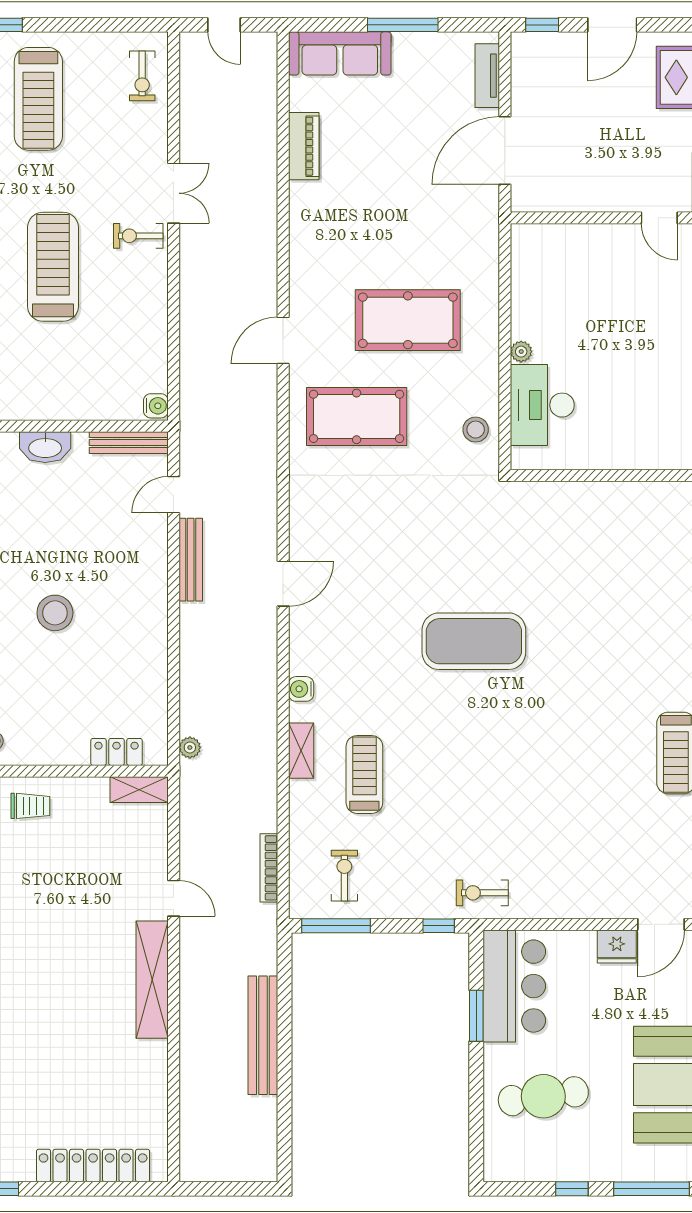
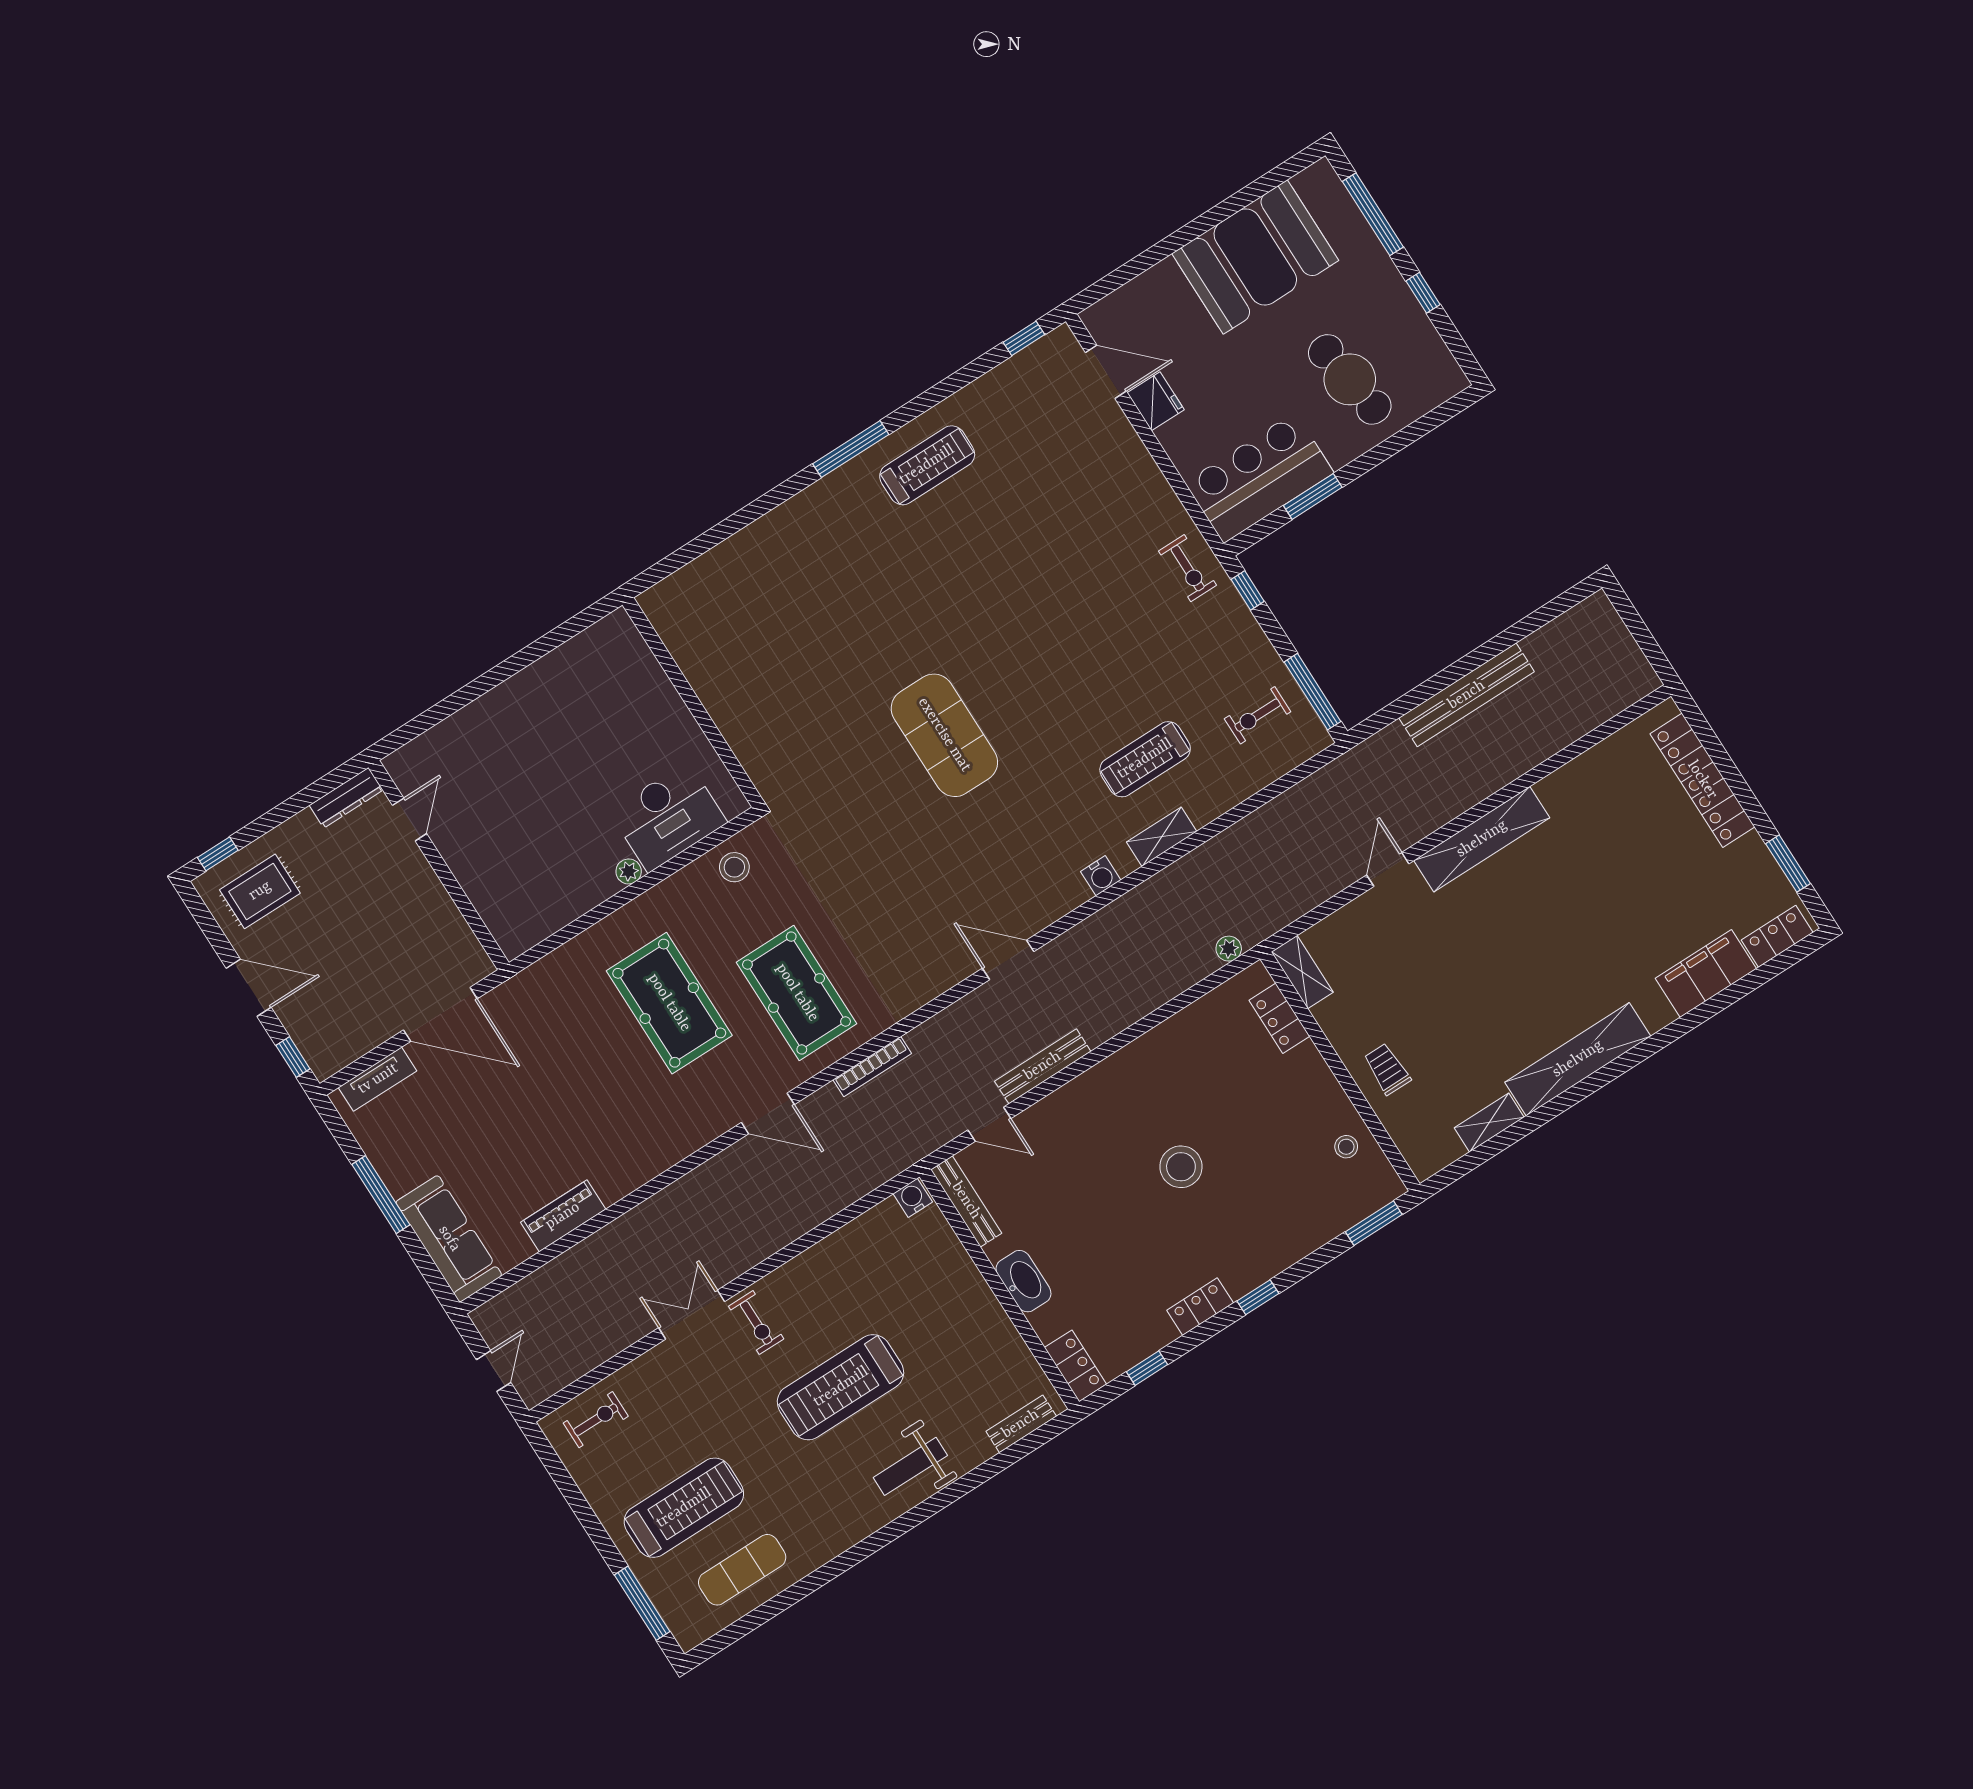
bookcase: (269, 868) -> (872, 1067), moved

